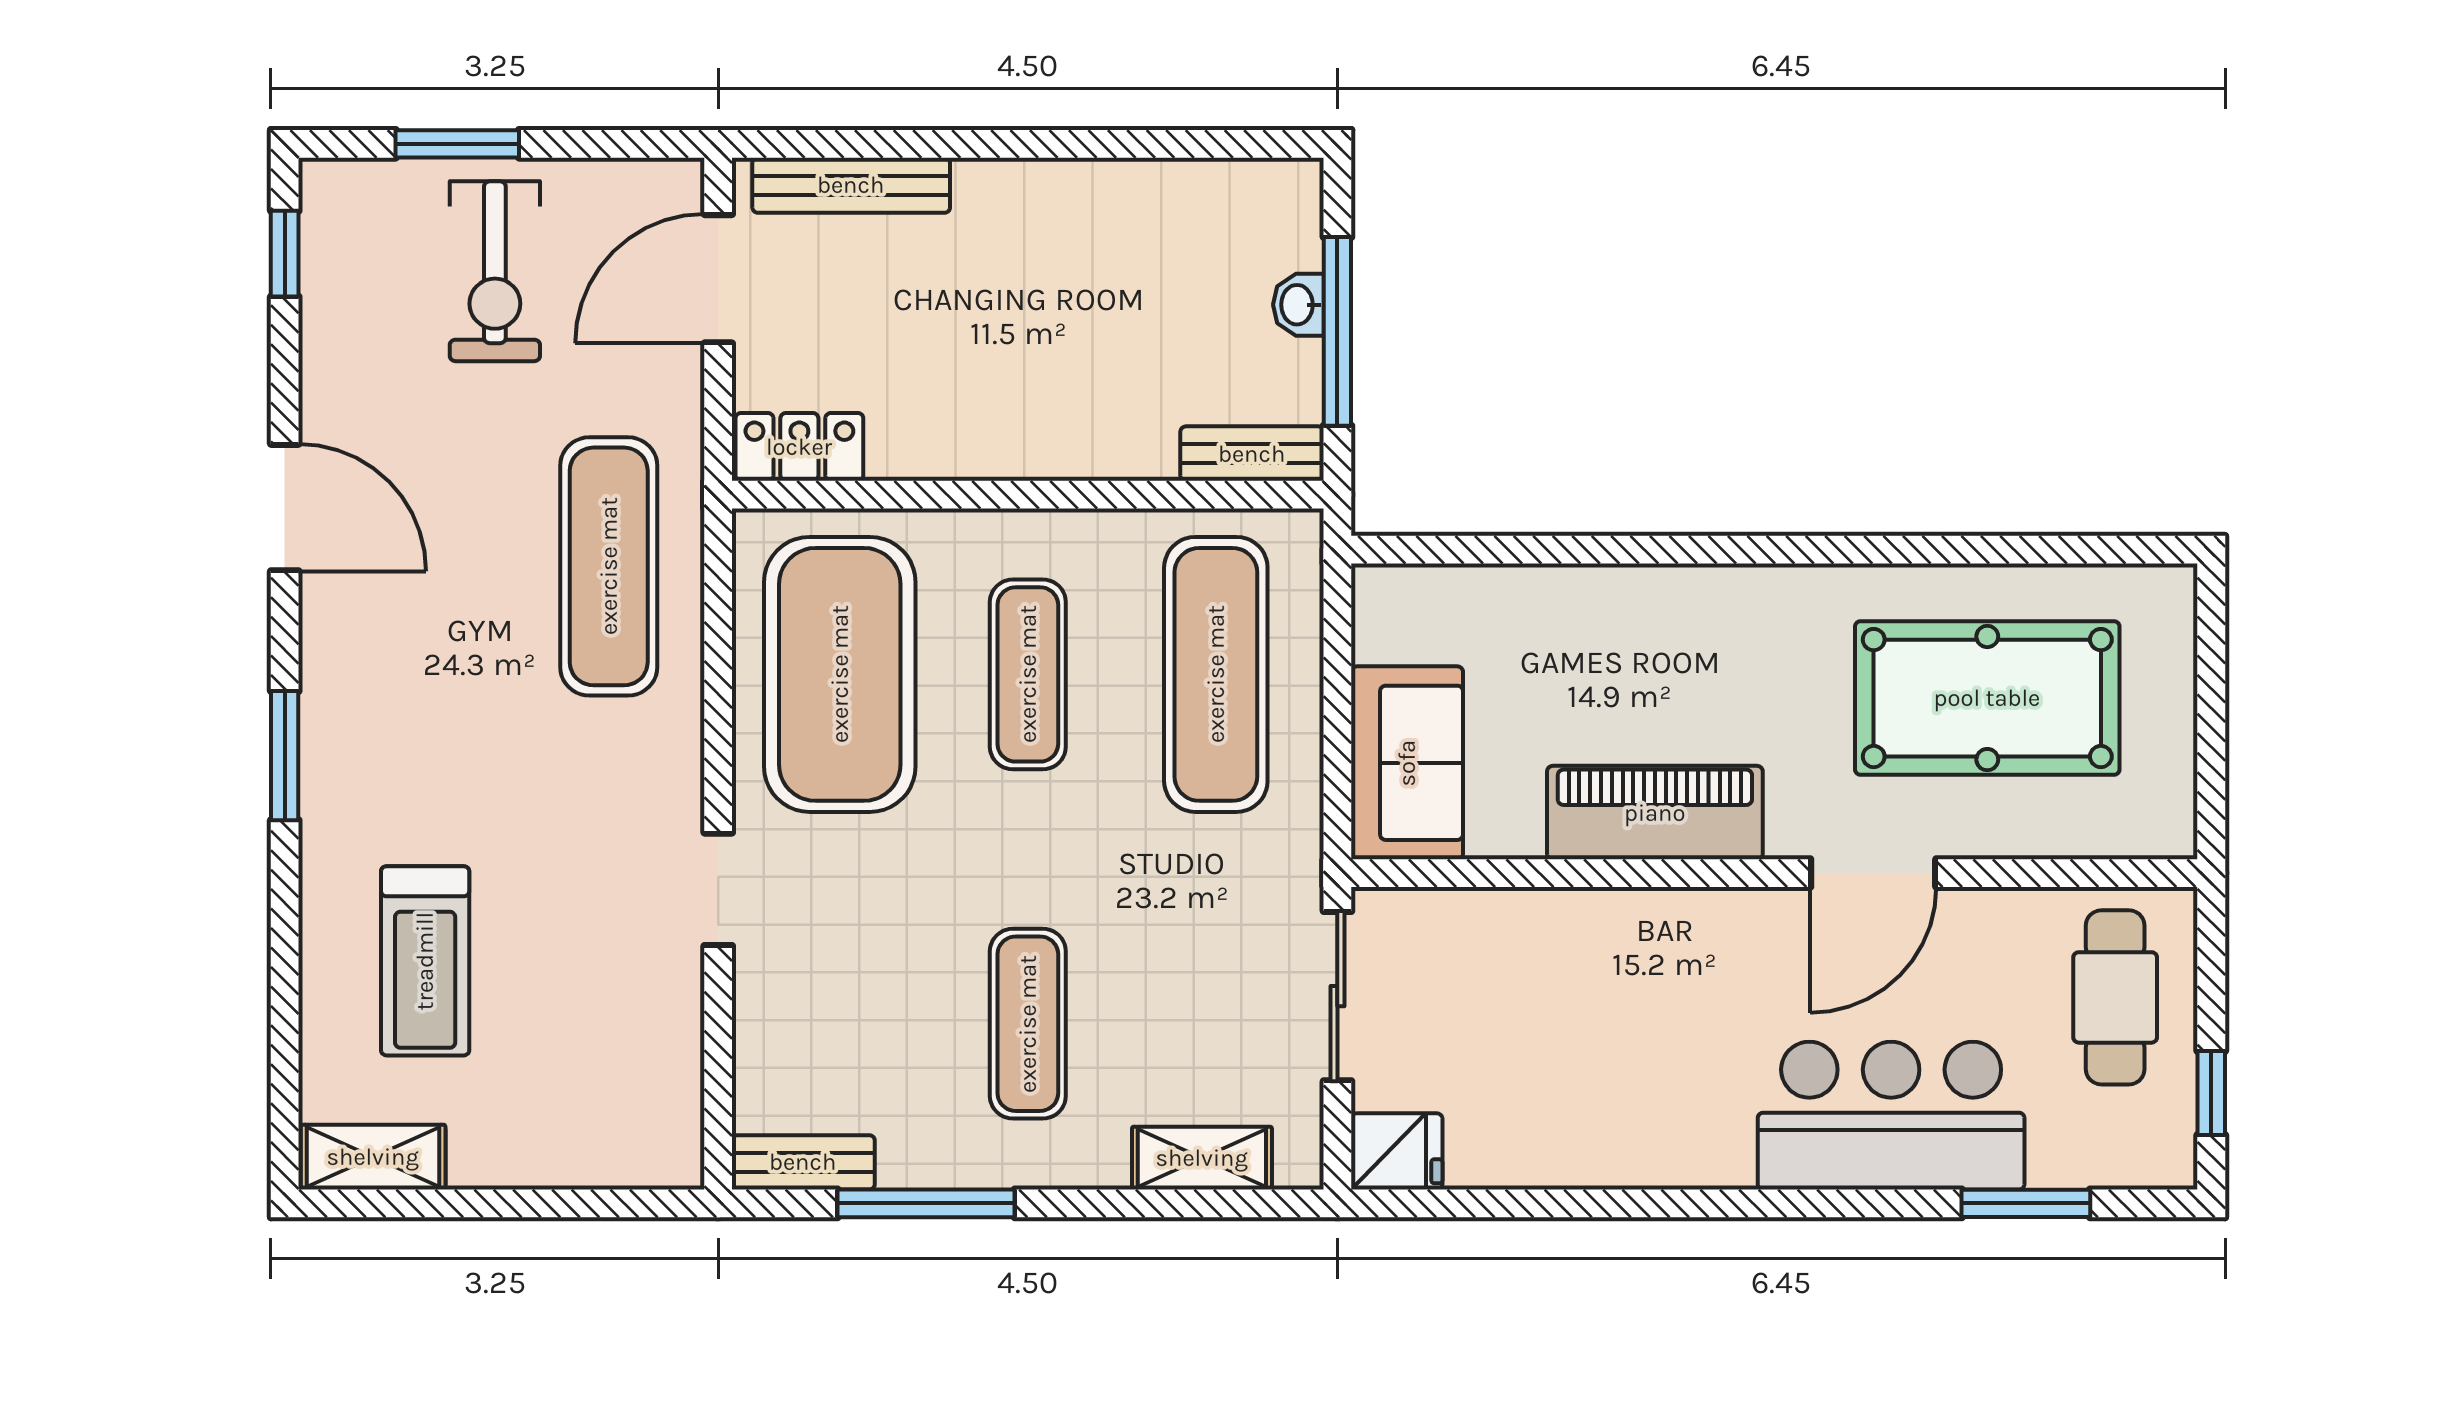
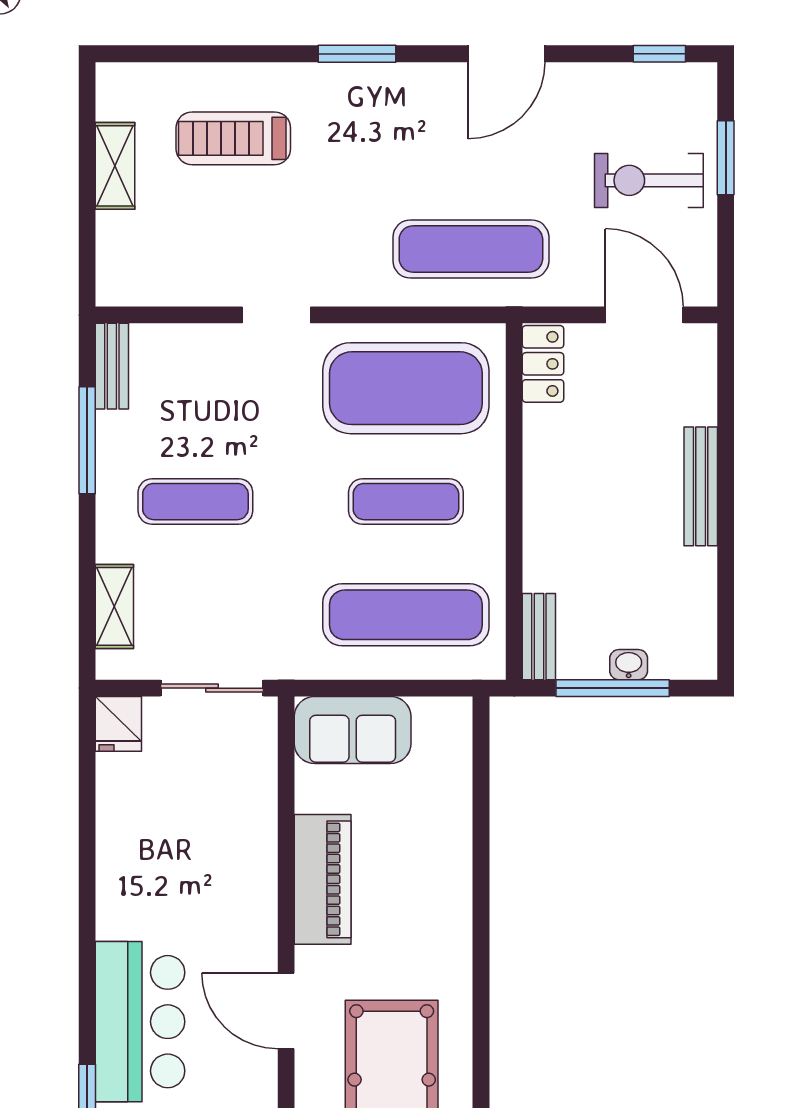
bench: (851, 185) -> (701, 486), moved
shelving: (373, 1157) -> (115, 166), moved

